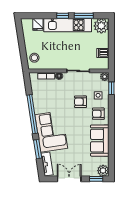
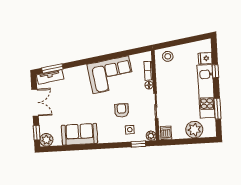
window: (63, 16) -> (215, 71), moved
plant: (101, 26) -> (194, 130), moved
dishwasher: (103, 53) -> (166, 133), moved
window: (32, 114) -> (105, 58), removed
armchair: (98, 114) -> (109, 131), removed
corner sofa: (51, 132) -> (111, 75), moved
window: (38, 149) -> (52, 69), moved

